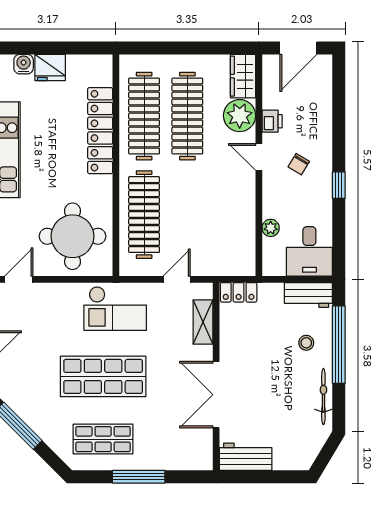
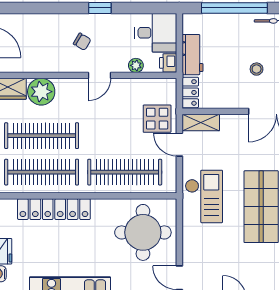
printer: (272, 121) -> (168, 63), moved, turned -90
door: (259, 157) -> (99, 75), moved
display table: (207, 253) -> (157, 119), added
workbench: (308, 295) -> (192, 55), moved
shelving: (203, 322) -> (201, 122), moved
stool: (306, 343) -> (257, 69), moved

